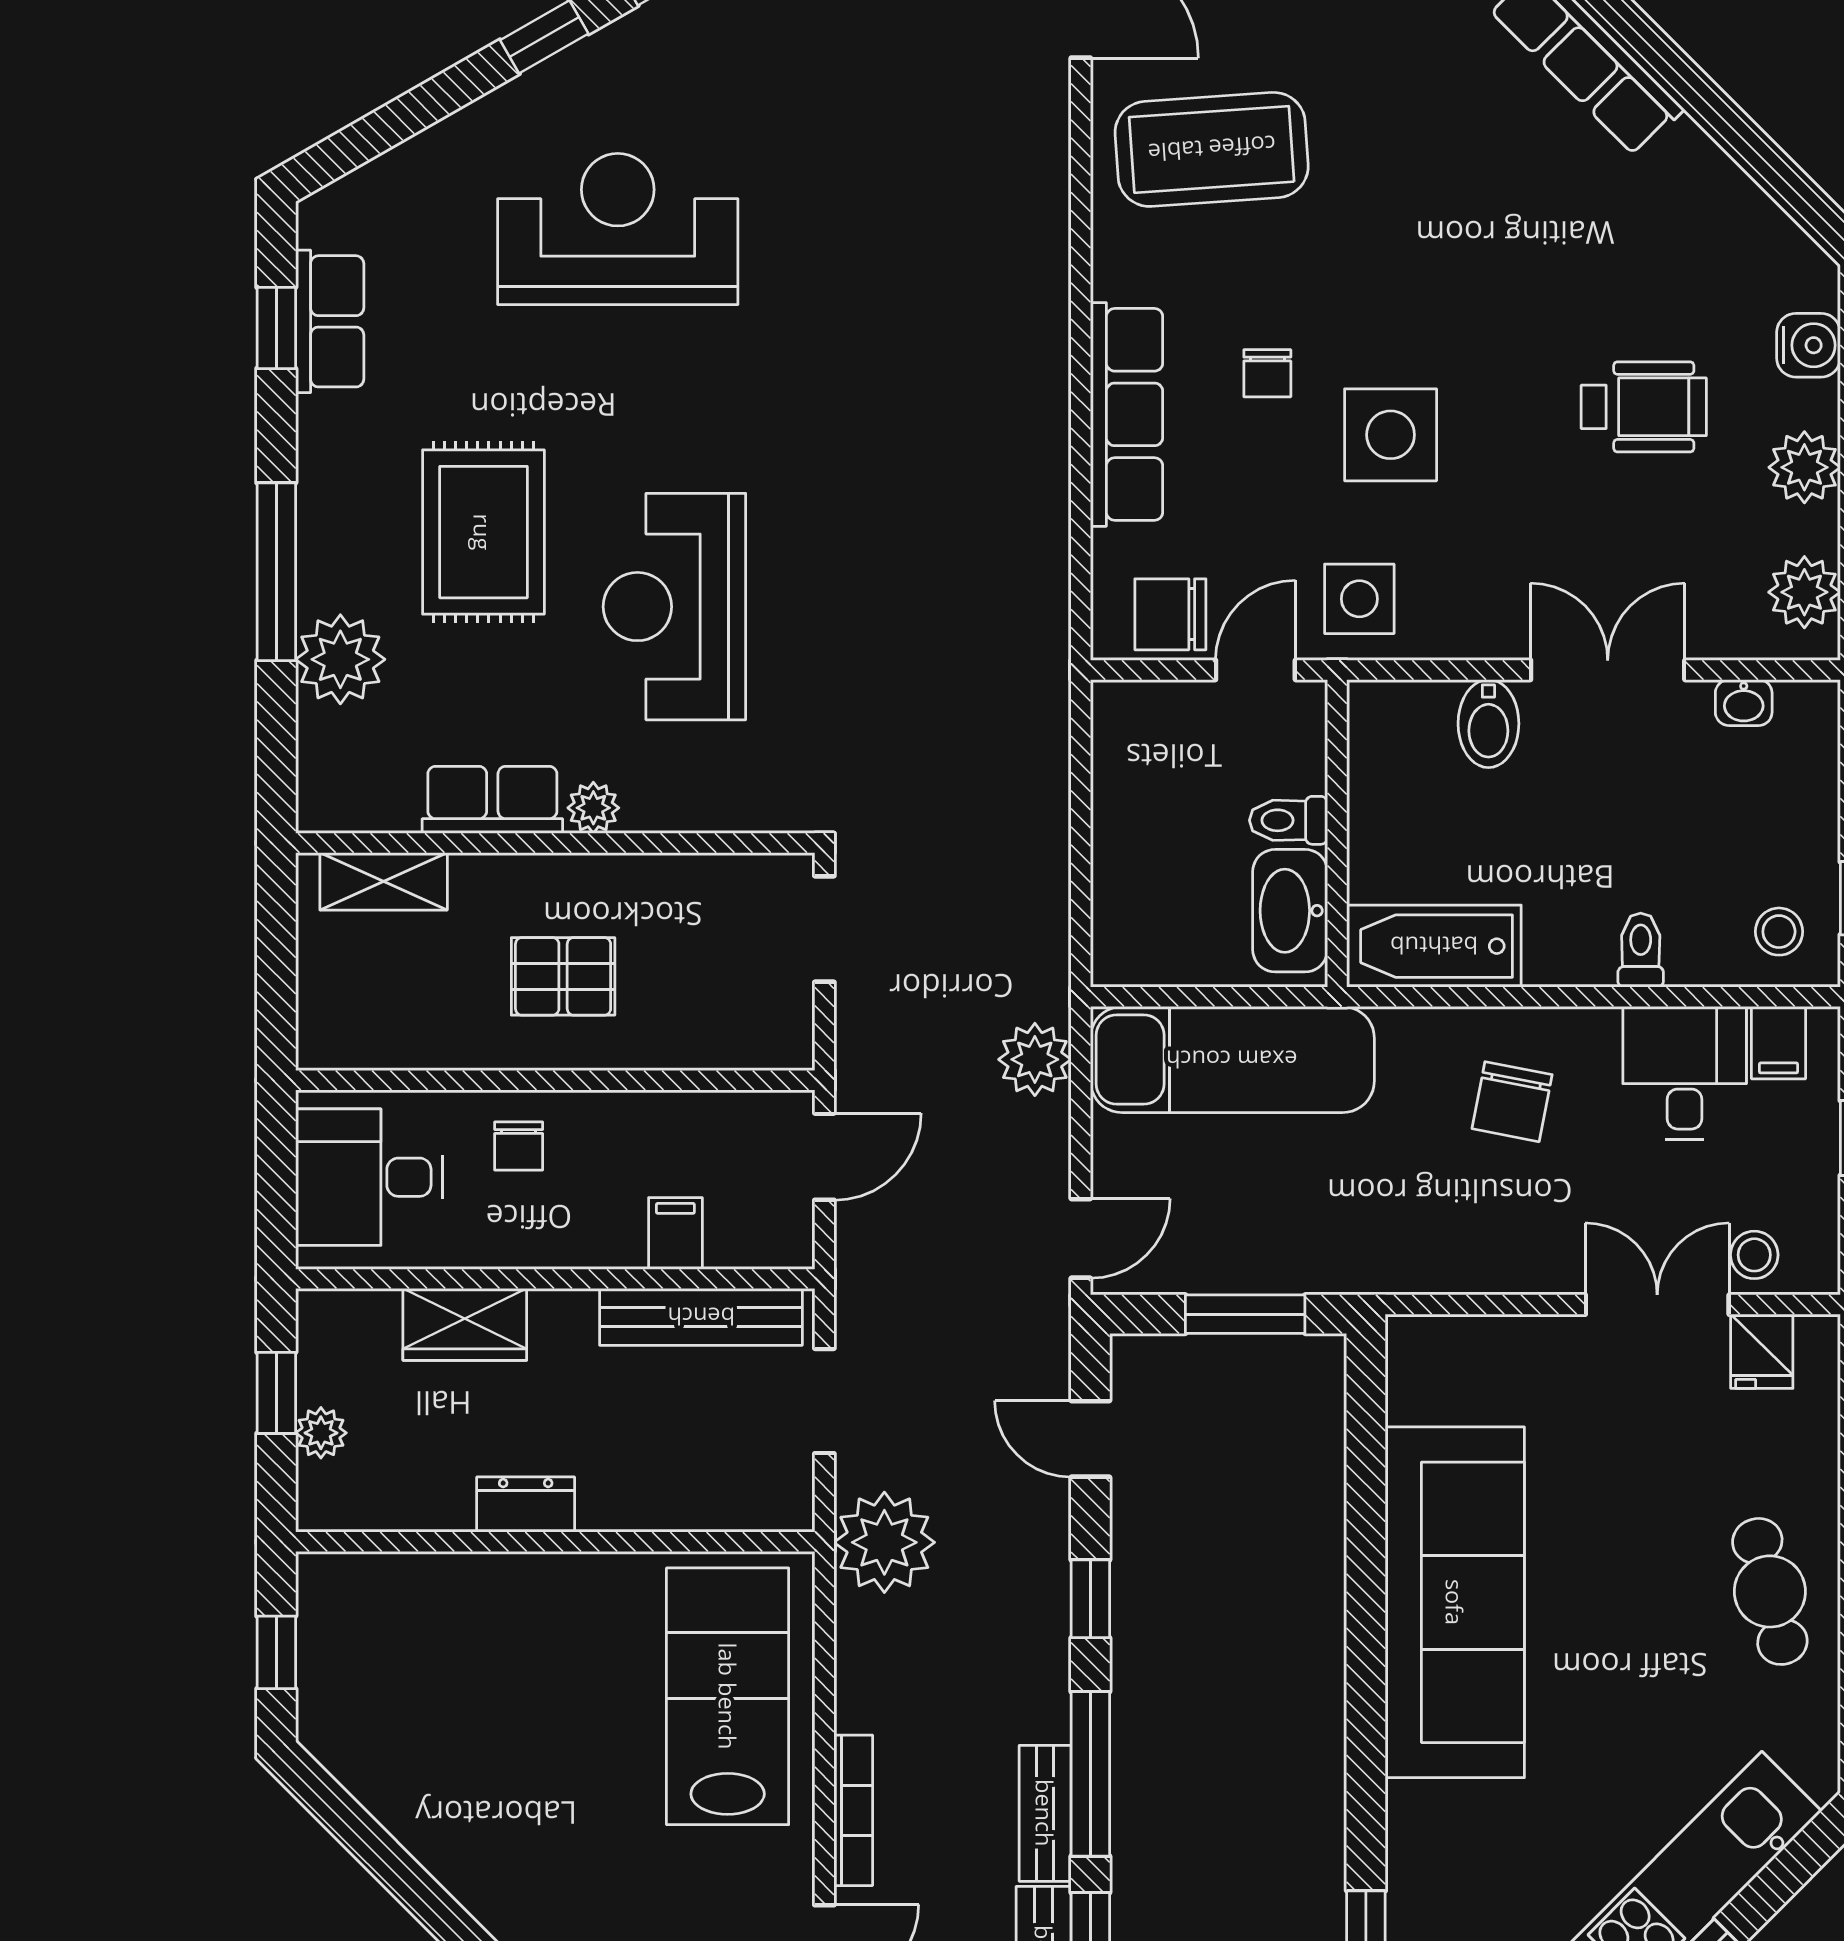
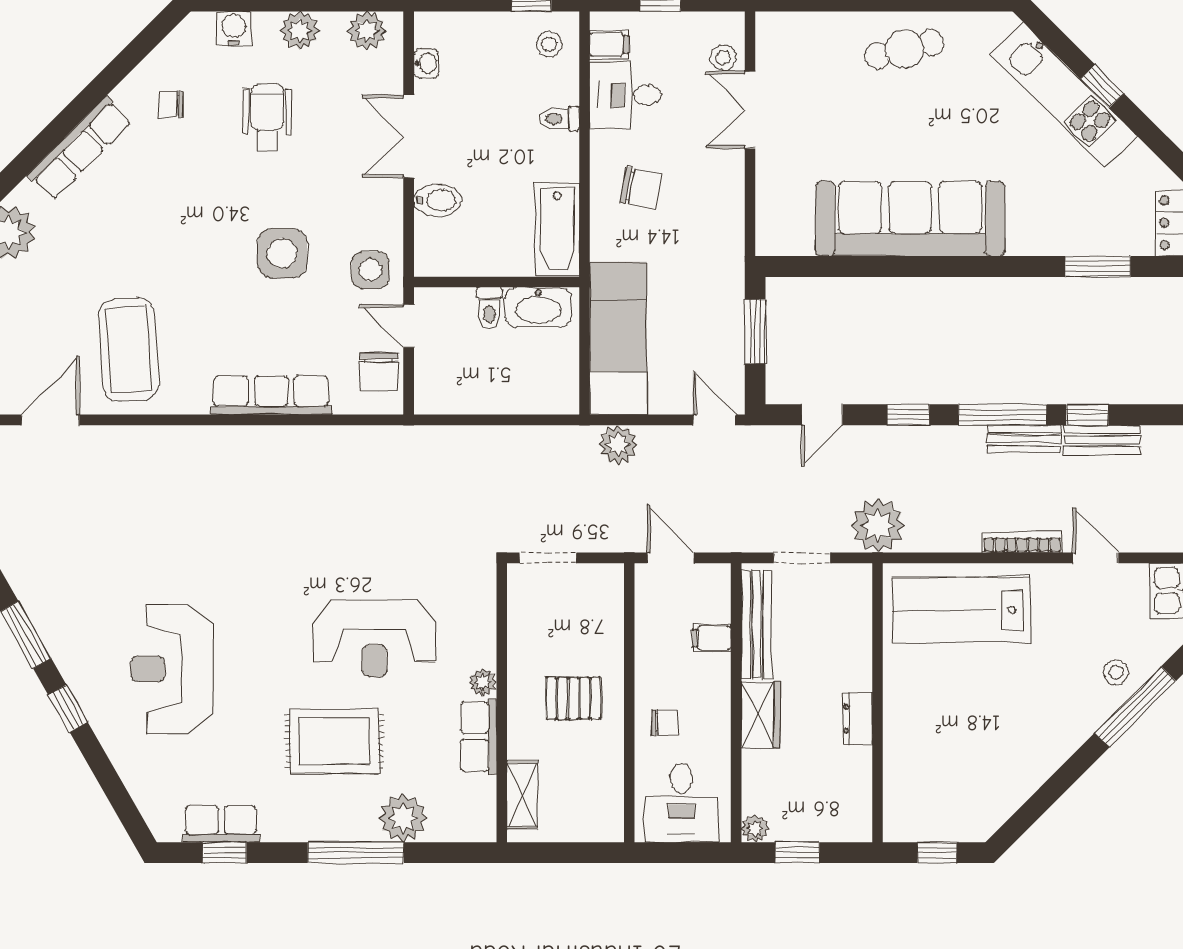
chair: (1267, 373) -> (171, 105), moved, turned 180
pallet: (563, 976) -> (573, 698), turned 90
wardrobe: (465, 1324) -> (761, 715), moved
fridge: (1762, 1351) -> (775, 54), removed
plant: (321, 1433) -> (755, 829), moved

